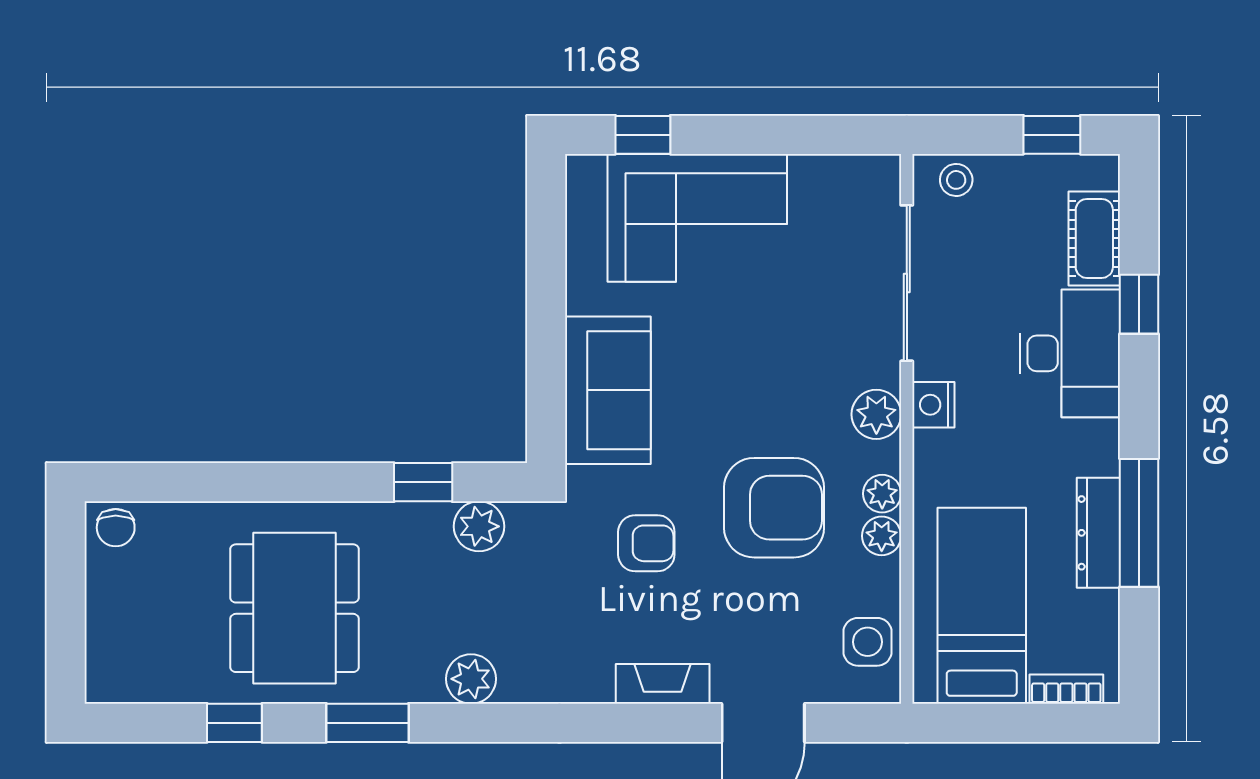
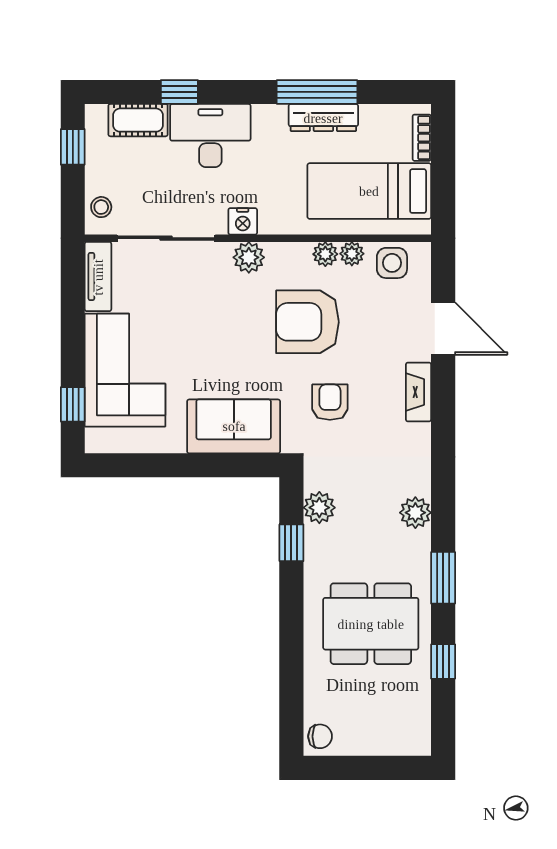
tv unit: (846, 175) -> (98, 277), added
plant: (882, 494) -> (352, 254), moved
armchair: (774, 508) -> (308, 322), turned -90

